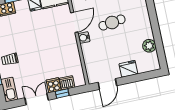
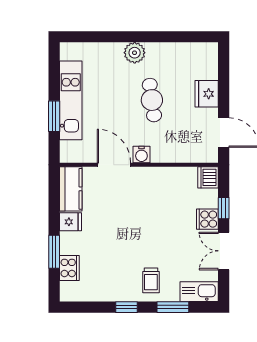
cafe table: (112, 23) -> (152, 100), moved
plant: (149, 46) -> (135, 53), moved
dishwasher: (67, 83) -> (208, 177), moved

